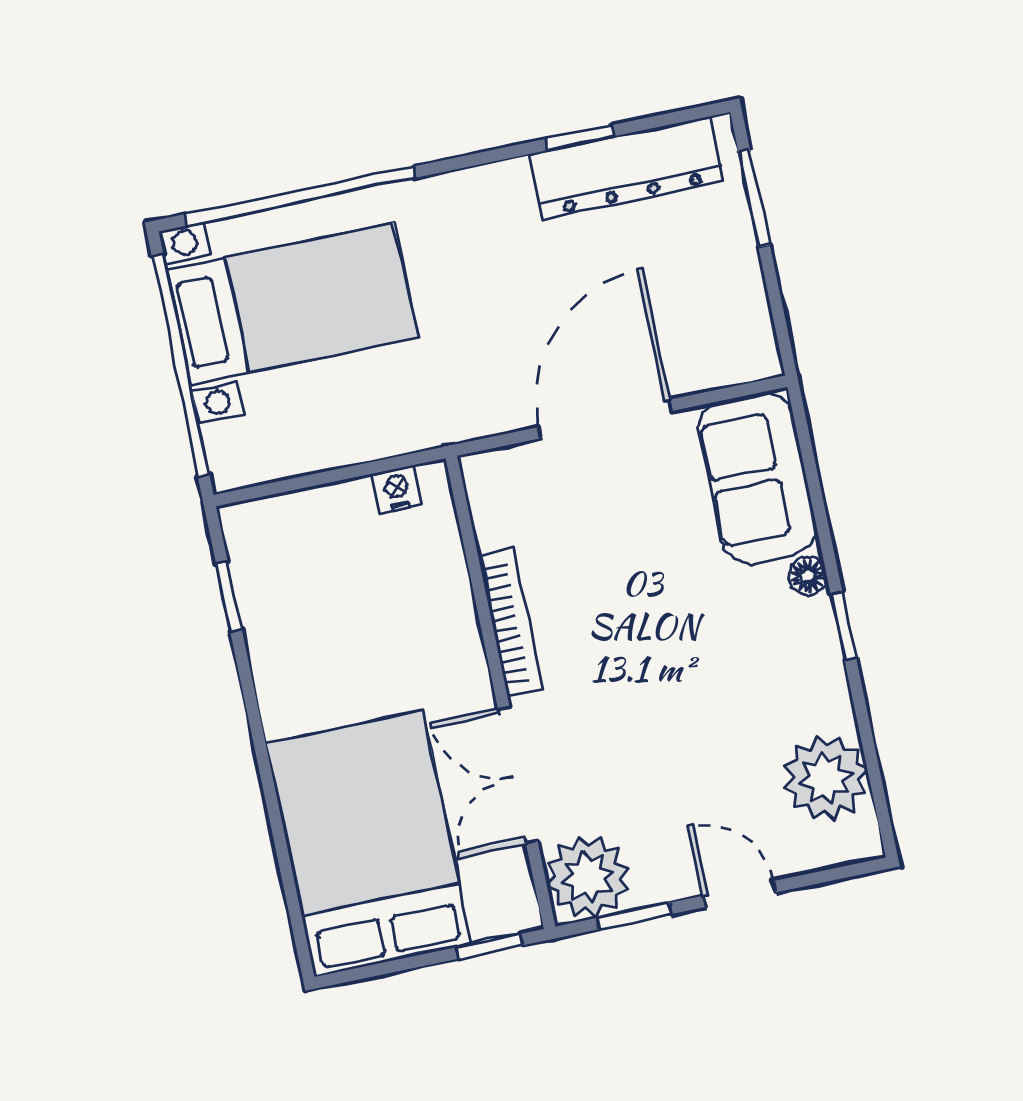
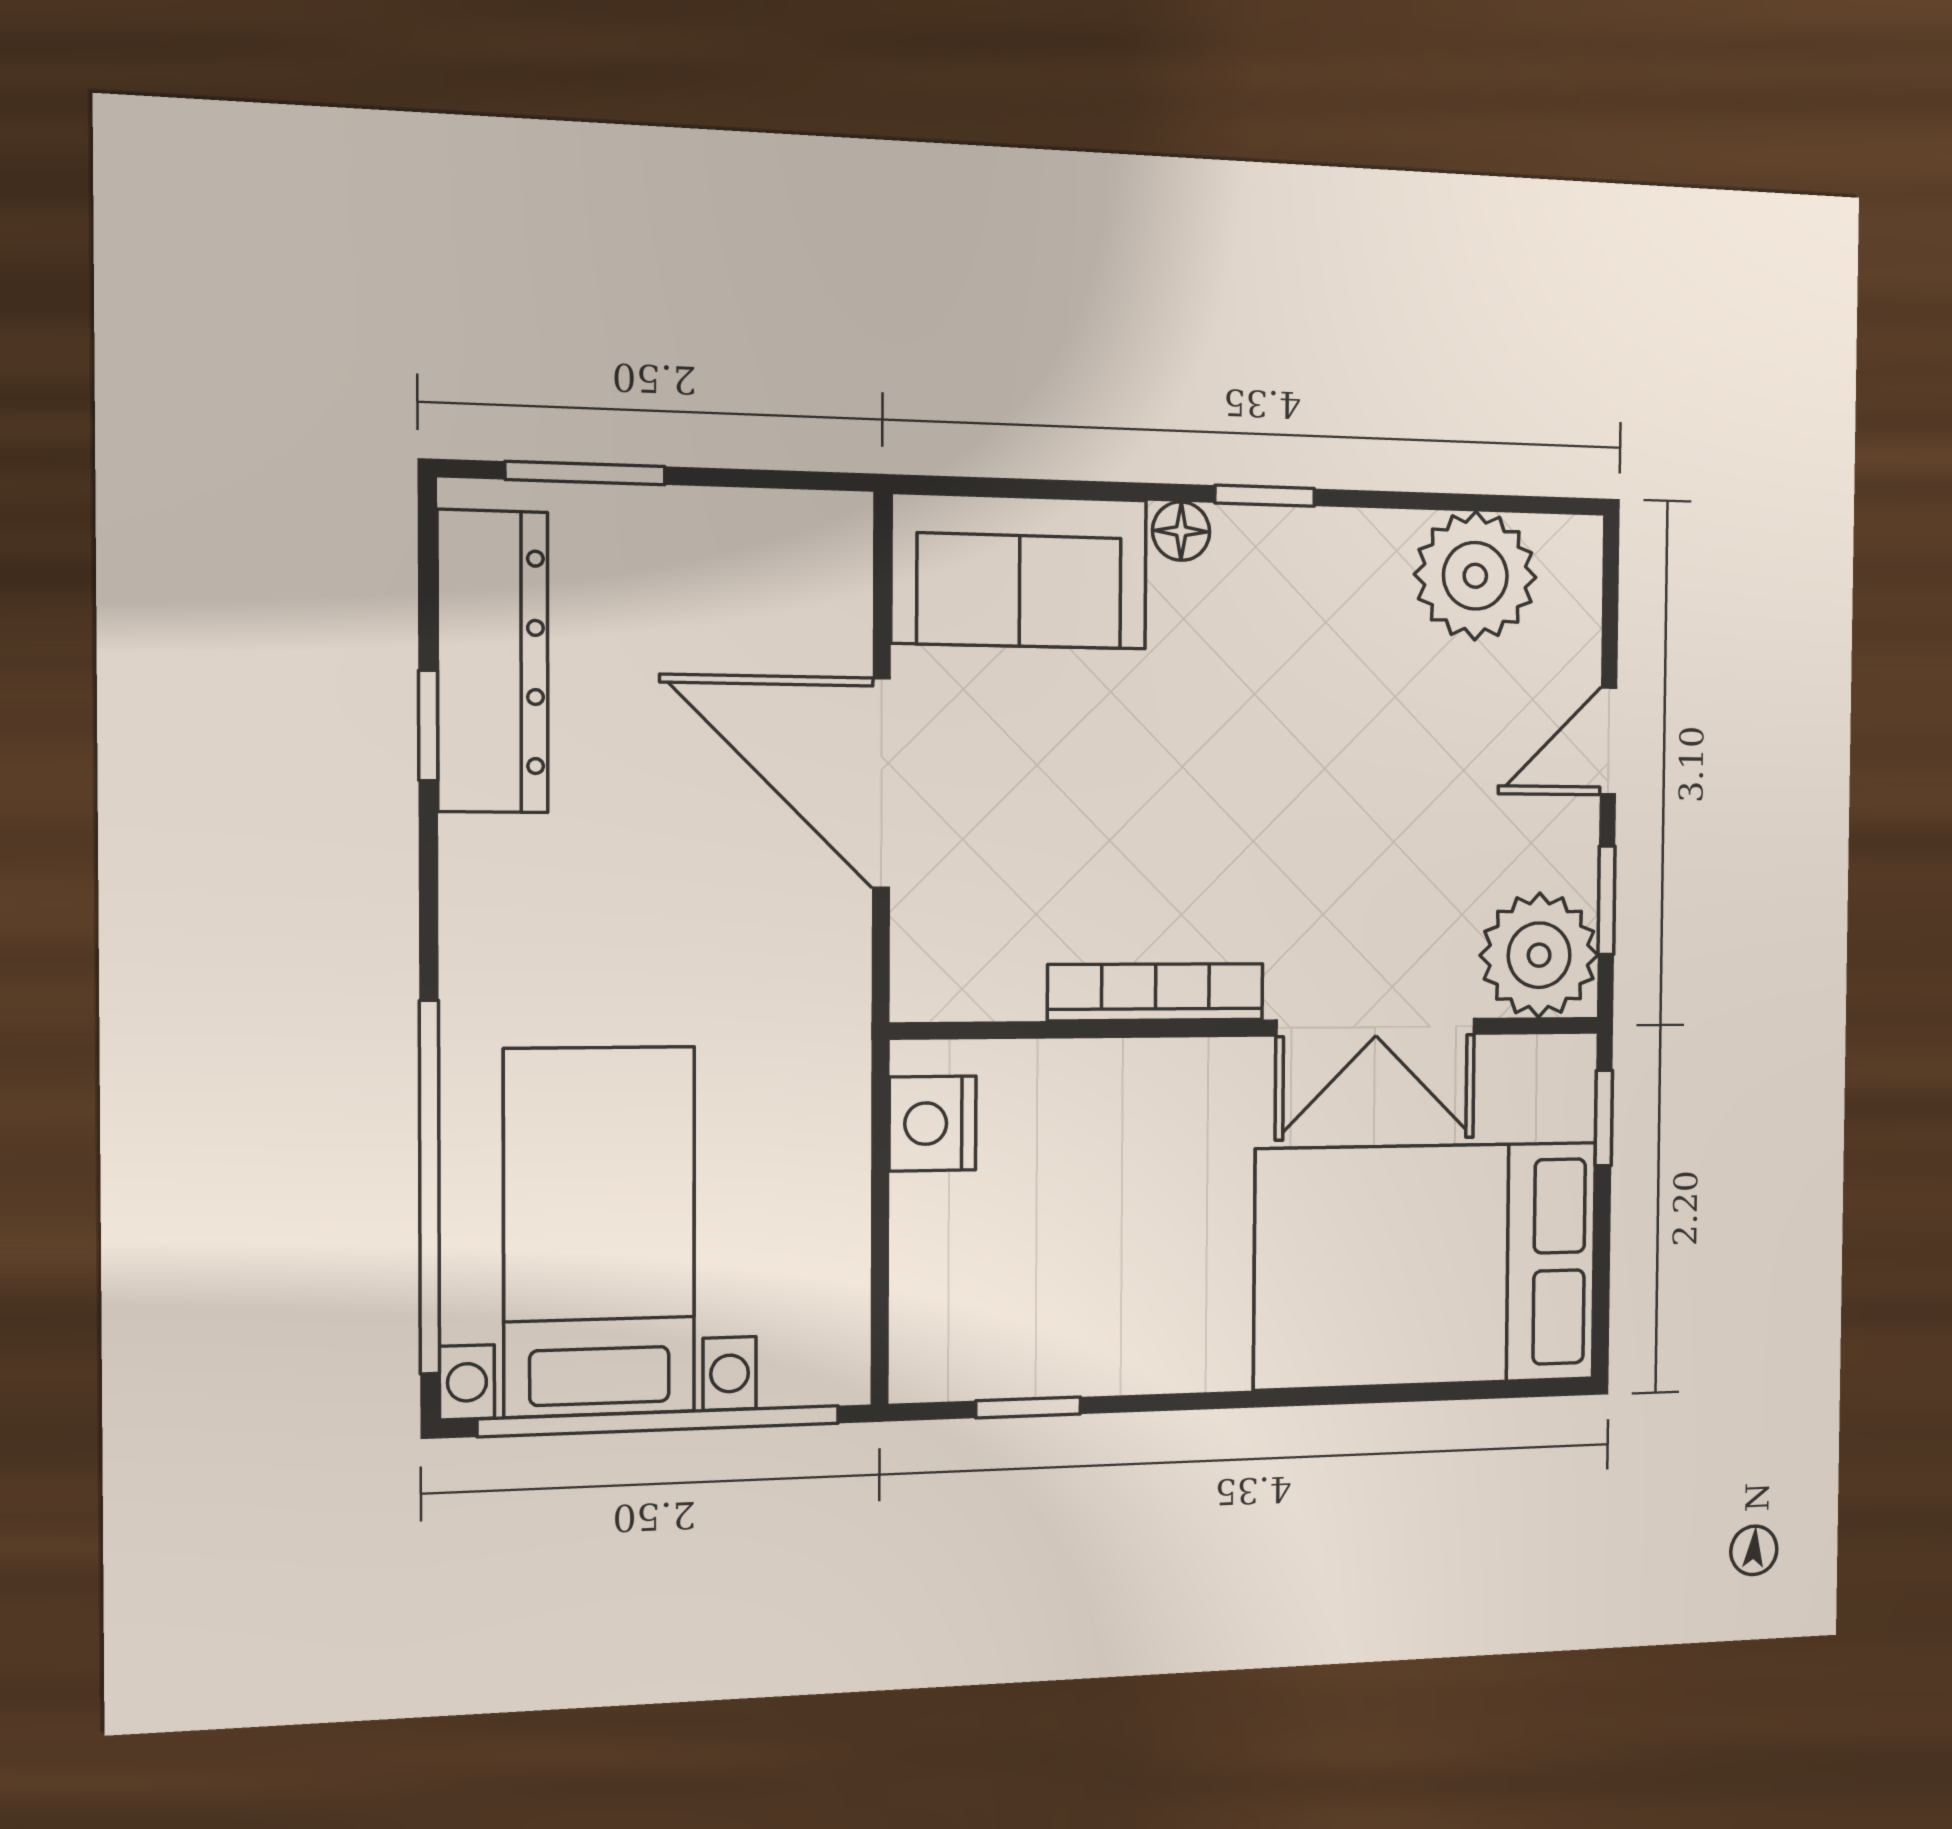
nightstand: (397, 489) -> (933, 1124), width x1.39, depth x1.35

